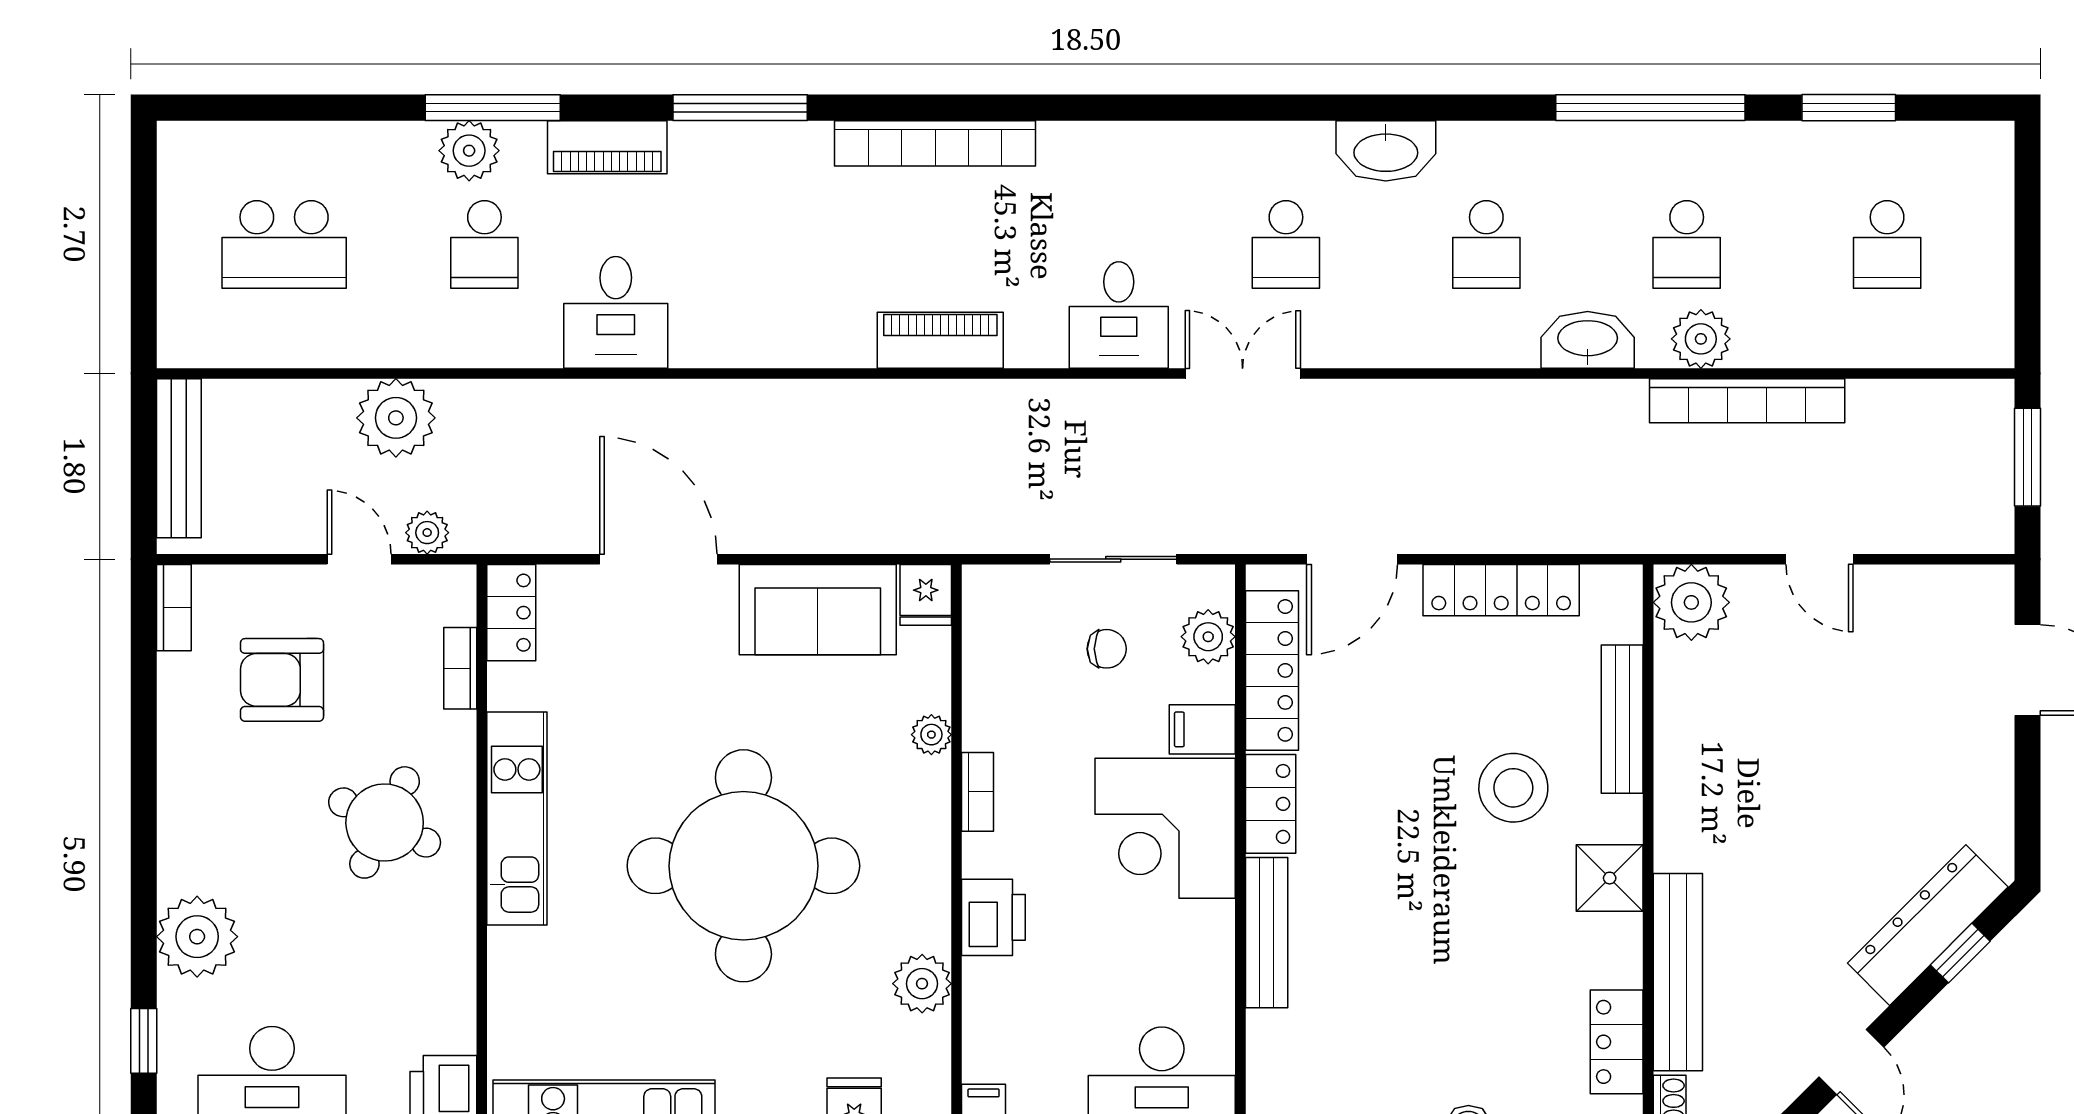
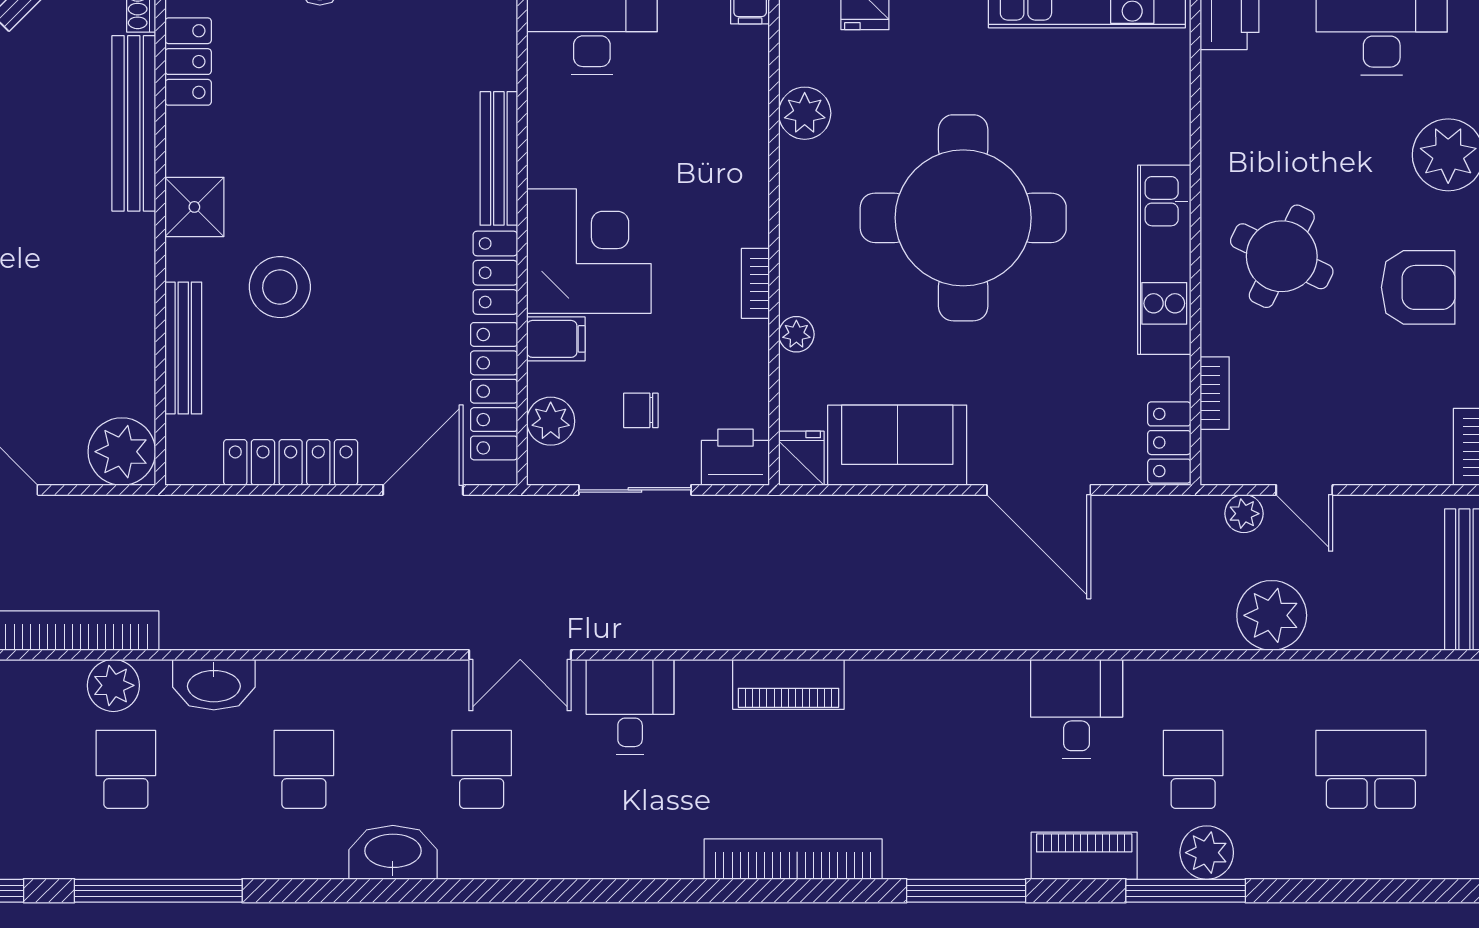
armchair: (282, 680) -> (1418, 287), moved
printer: (993, 917) -> (735, 457), moved, turned 90

